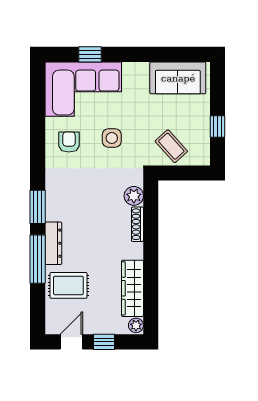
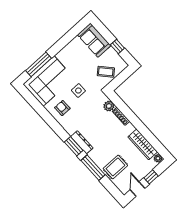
window: (90, 54) -> (38, 64), width x2.17
sofa: (178, 78) -> (94, 40), moved, turned 90
dresser: (53, 243) -> (82, 142), moved

